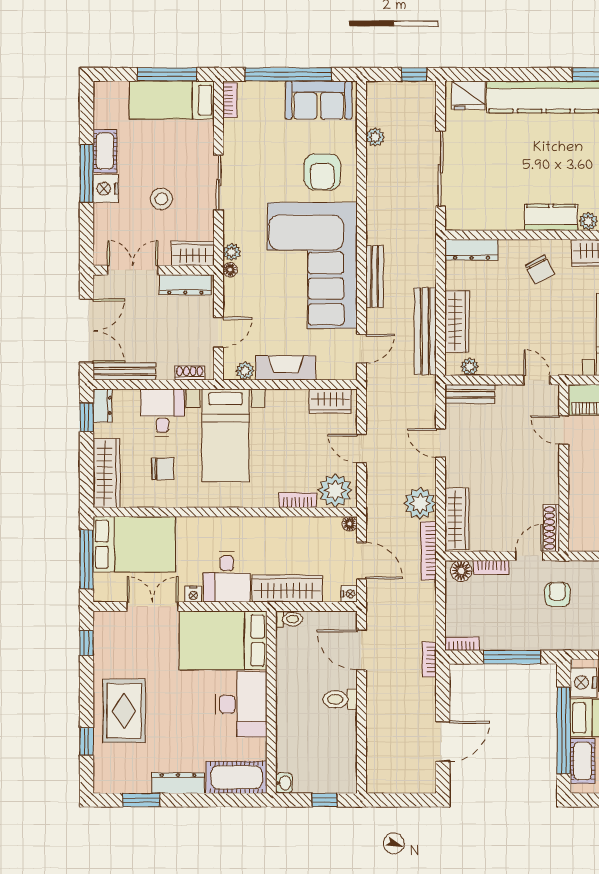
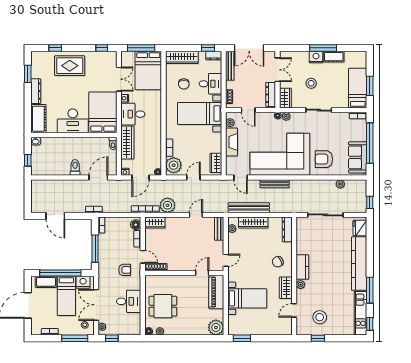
window: (167, 74) -> (370, 86), width x0.69
wardrobe: (457, 519) -> (155, 223), width x0.67

